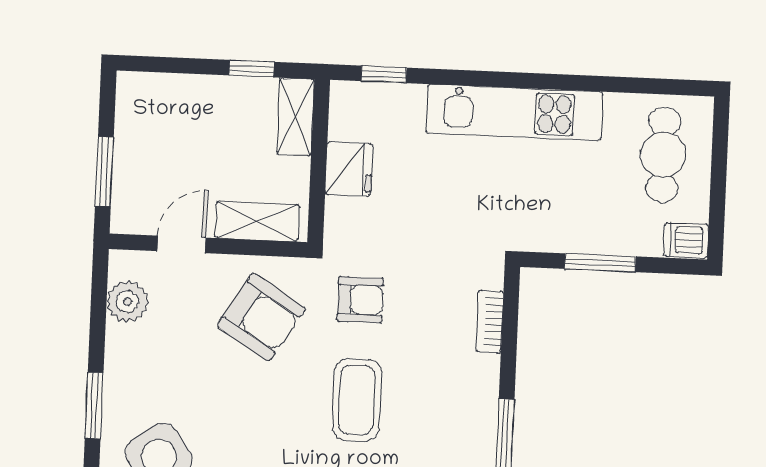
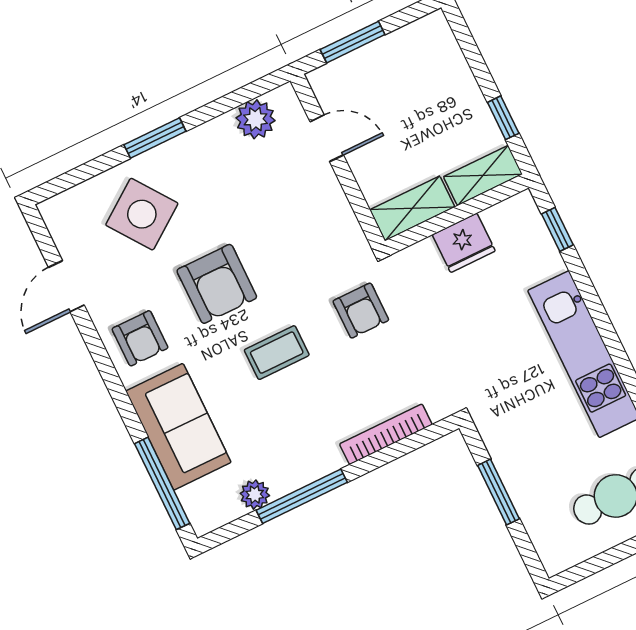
shelving: (257, 221) -> (412, 208), moved, turned 90
dishwasher: (686, 240) -> (555, 553), removed
armchair: (261, 317) -> (217, 284), moved, turned -32
bookcase: (490, 321) -> (386, 434), width x1.56
coffee table: (357, 400) -> (277, 353), width x0.73, depth x0.77

